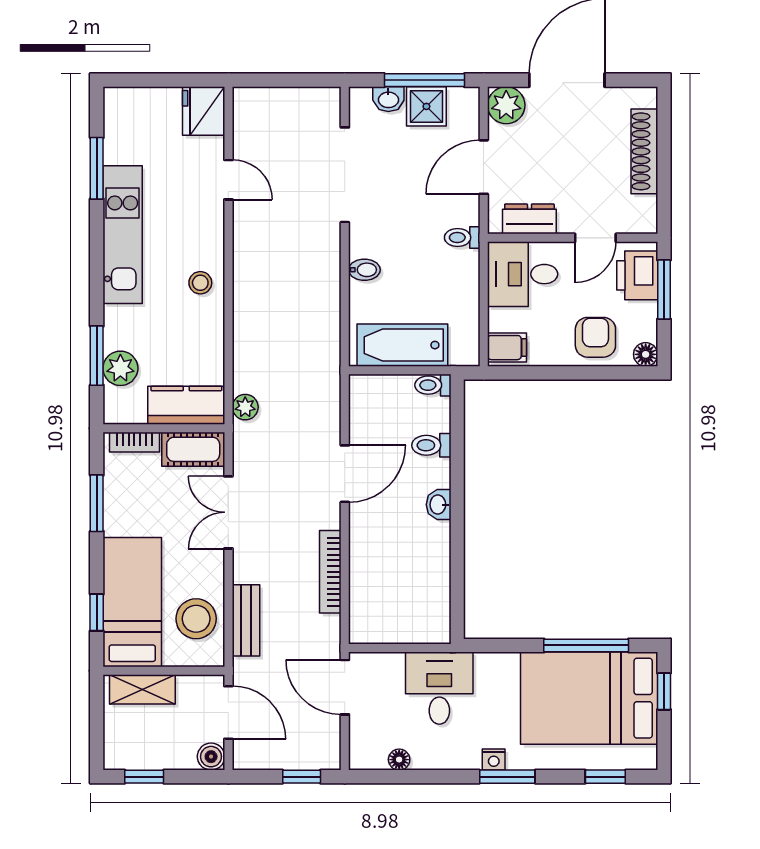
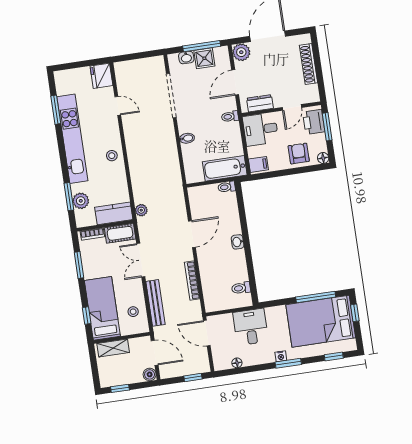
kitchen unit: (123, 235) -> (72, 139), width x1.36
bathtub: (402, 345) -> (225, 168), moved
toilet: (431, 445) -> (241, 288), moved
stool: (196, 619) -> (133, 312), width x0.53, depth x0.53
bench: (246, 620) -> (155, 303), width x1.36

